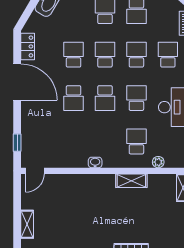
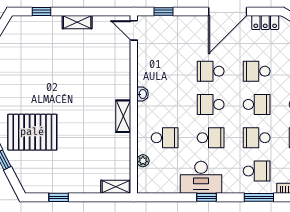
school desk: (74, 55) -> (257, 71), turned 180
school desk: (136, 55) -> (257, 138), turned 180
shelving: (131, 181) -> (123, 116), moved

